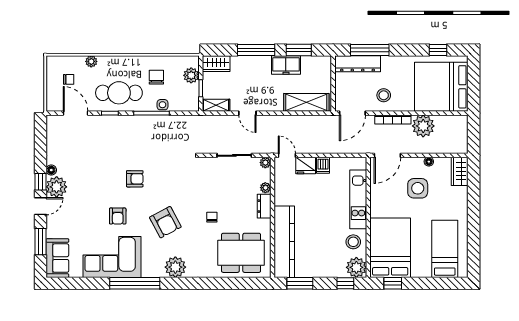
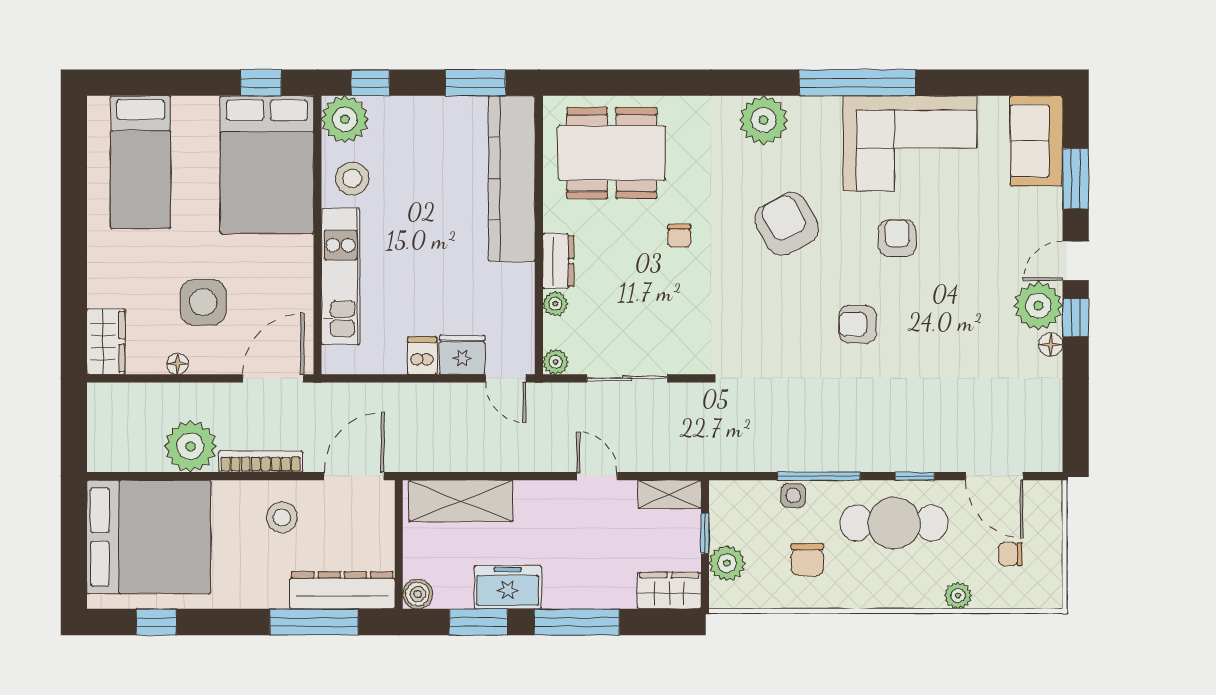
boiler: (325, 62) -> (418, 594), added

